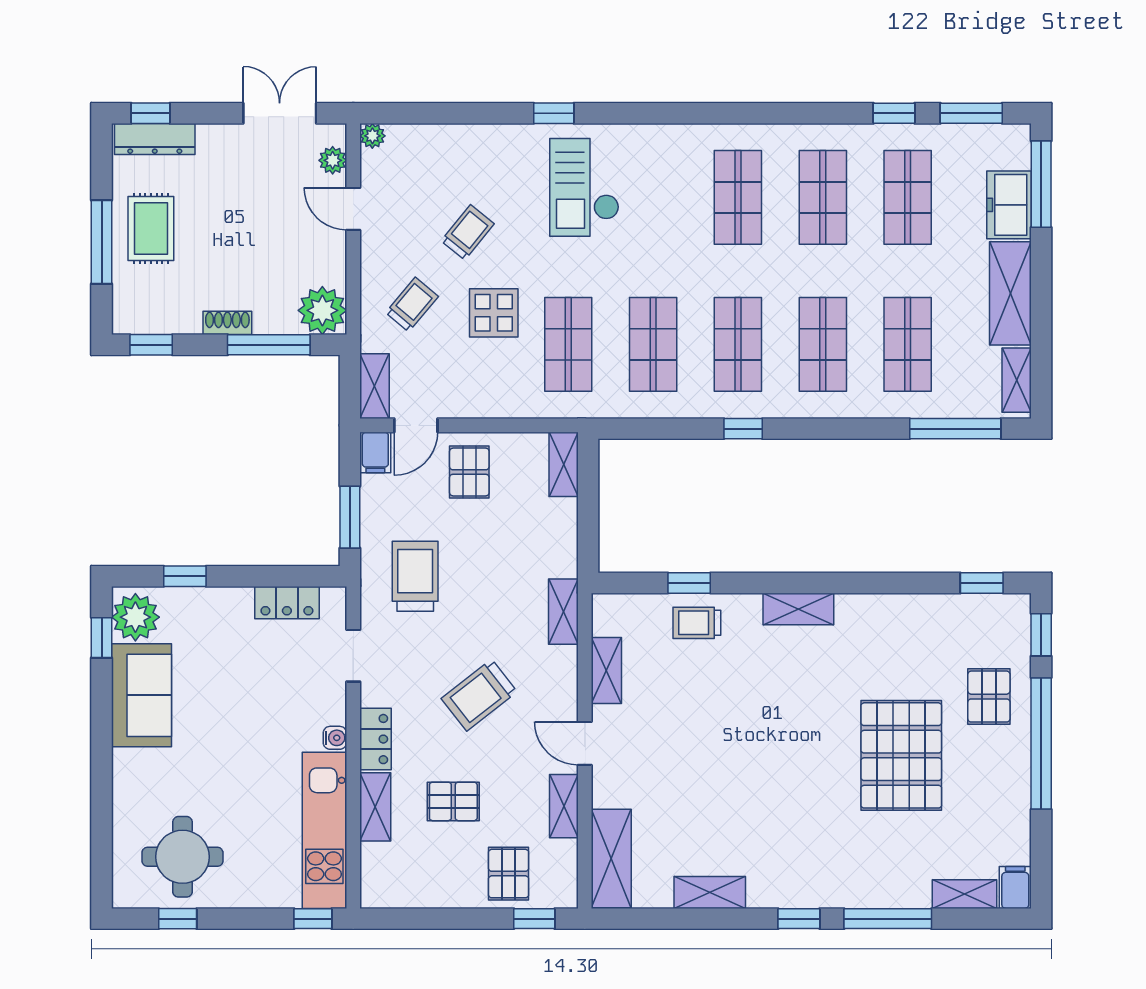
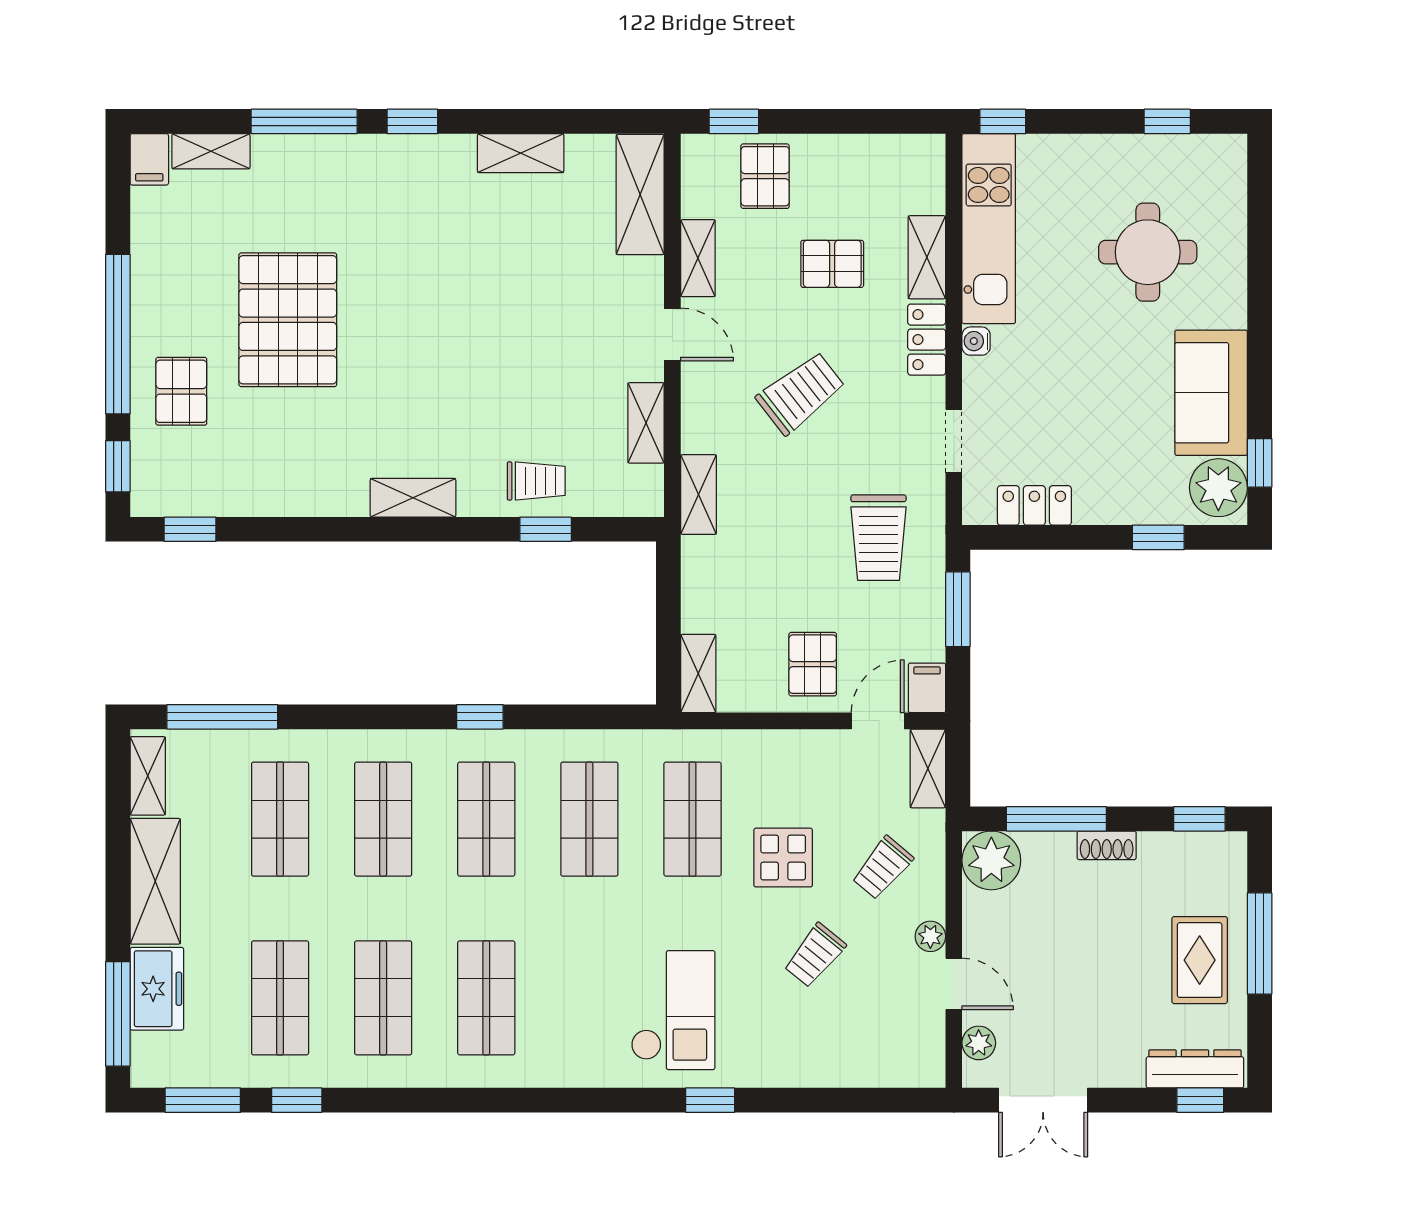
plant: (372, 136) -> (930, 936), moved
round table: (182, 857) -> (1148, 252), moved

